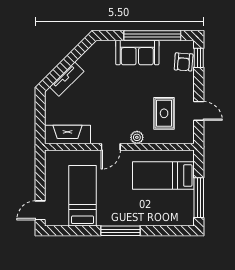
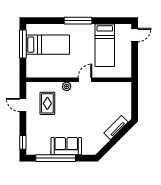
armchair: (184, 62) -> (34, 140), removed
fireplace: (67, 134) -> (115, 88), removed
bed: (163, 175) -> (48, 45), moved

